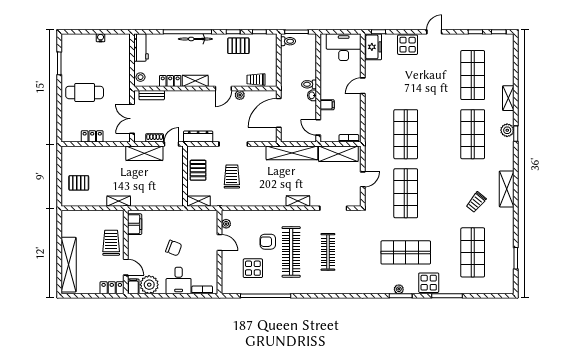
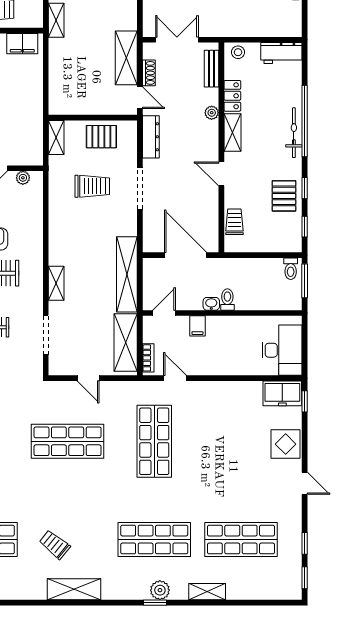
door: (363, 86) -> (175, 378), moved
plant: (240, 95) -> (212, 113), moved
shop shelf: (406, 134) -> (154, 441), turned 90

